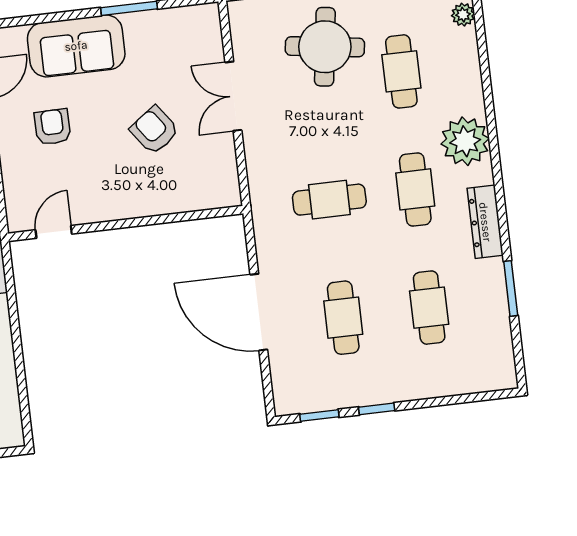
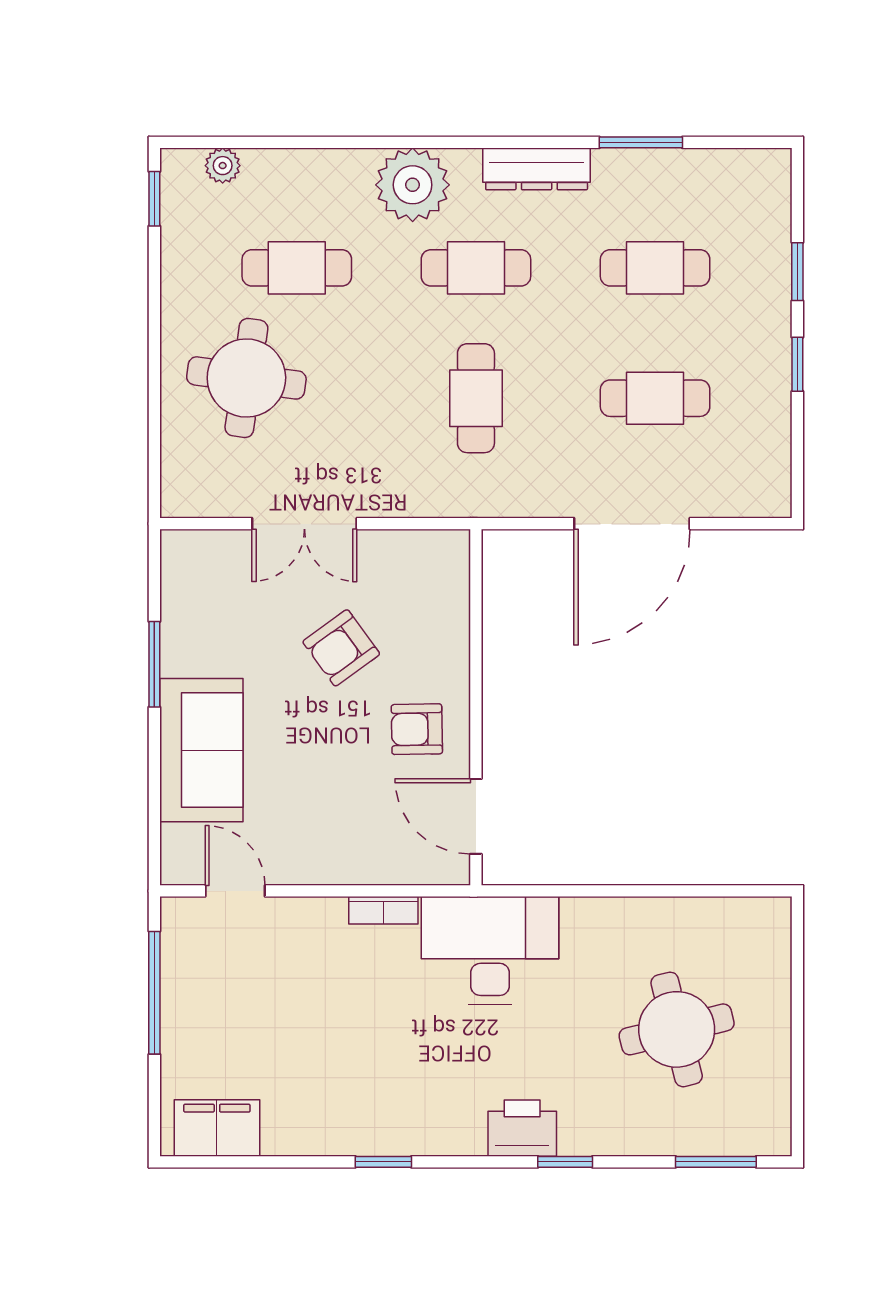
armchair: (53, 127) -> (417, 729), moved
door: (54, 232) -> (476, 816), width x1.38
window: (319, 416) -> (797, 272), moved

